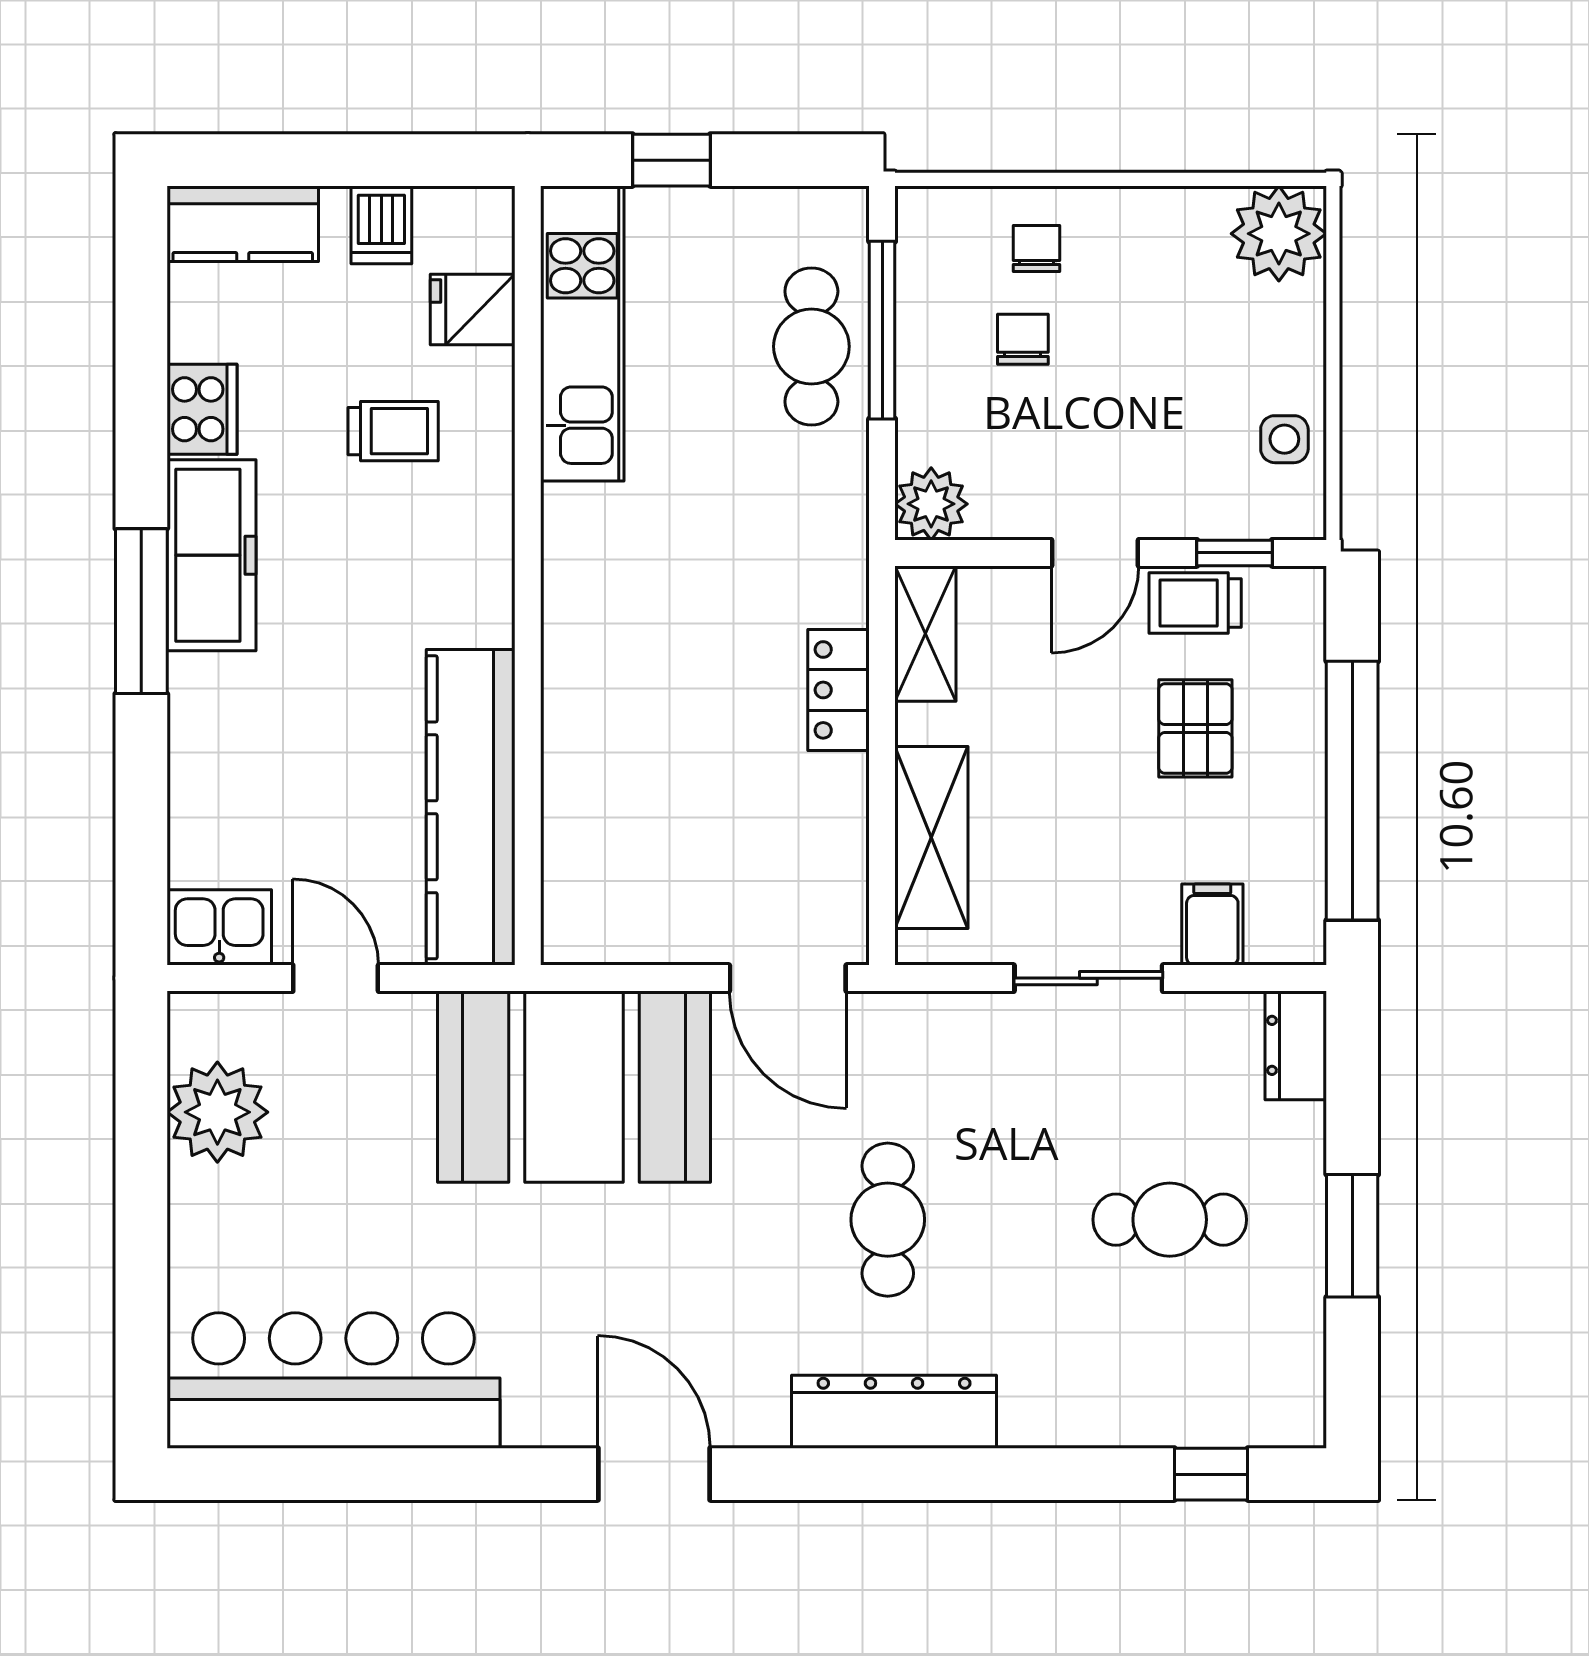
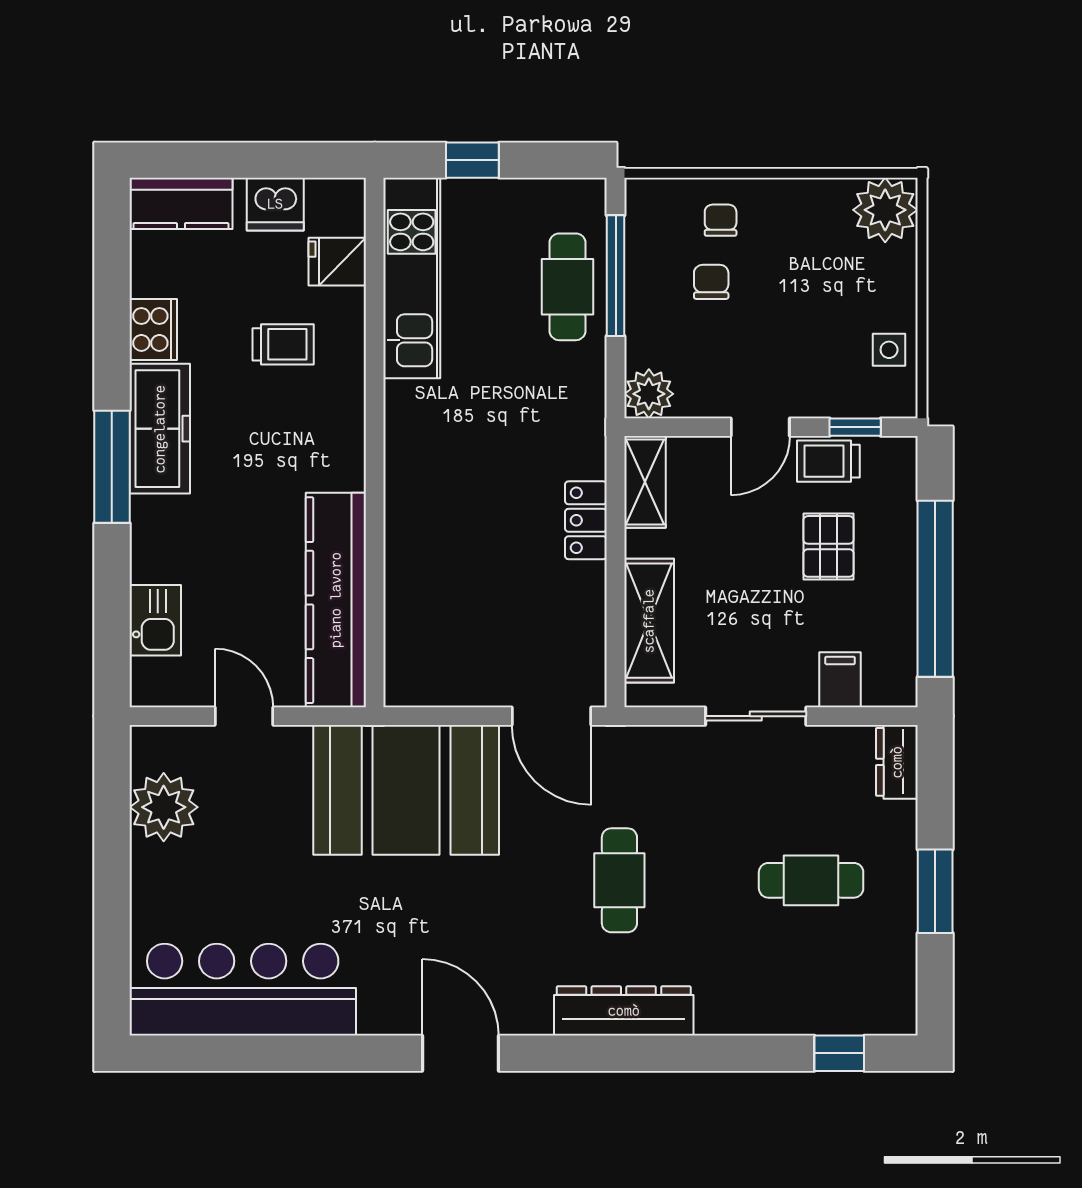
dishwasher: (381, 225) -> (275, 204), width x1.38
kitchen sink: (219, 927) -> (155, 620), moved, turned 90

